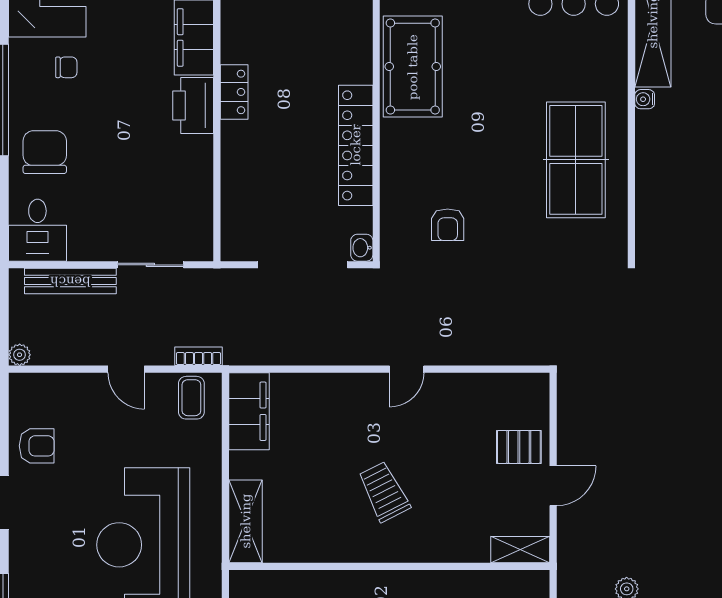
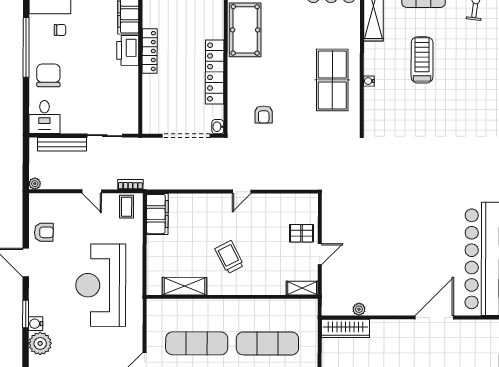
locker: (234, 92) -> (150, 51), width x1.53
water cooler: (645, 99) -> (369, 81), moved
shelving: (246, 521) -> (184, 286), moved, turned 90

